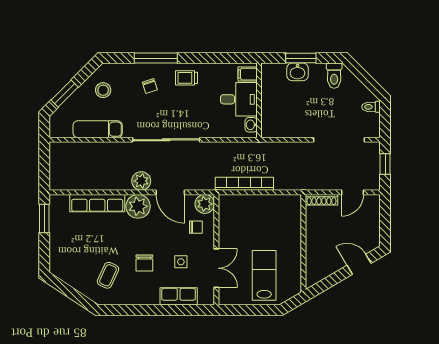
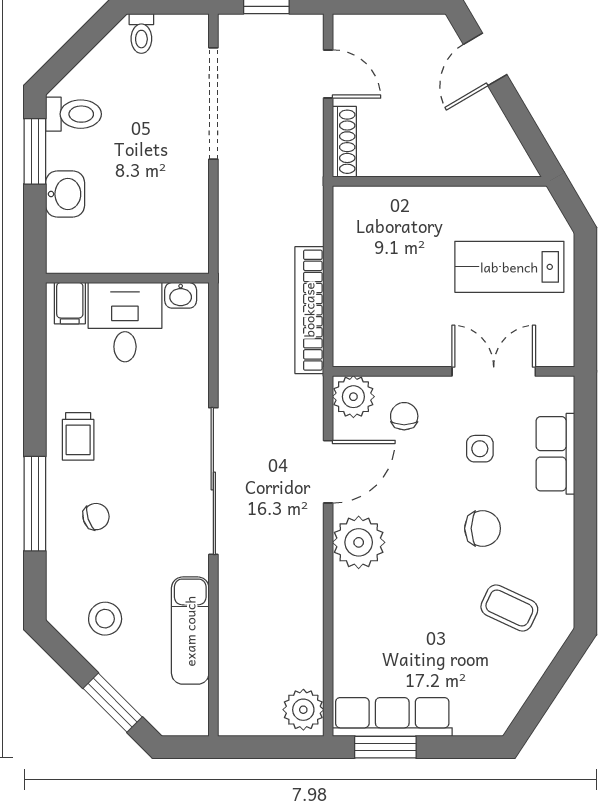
window: (301, 58) -> (35, 151), moved
plant: (141, 181) -> (303, 710), moved
row of seats: (97, 203) -> (392, 717), moved, turned -90

